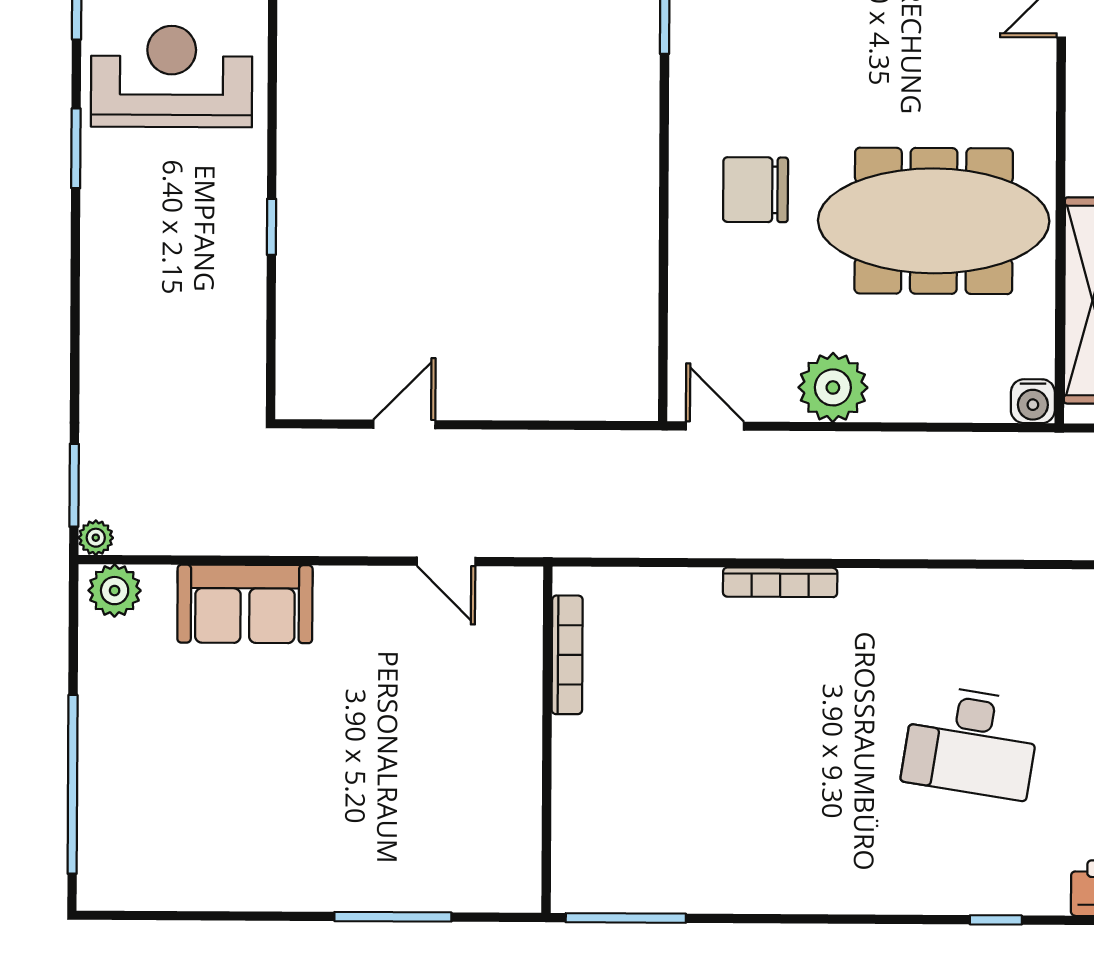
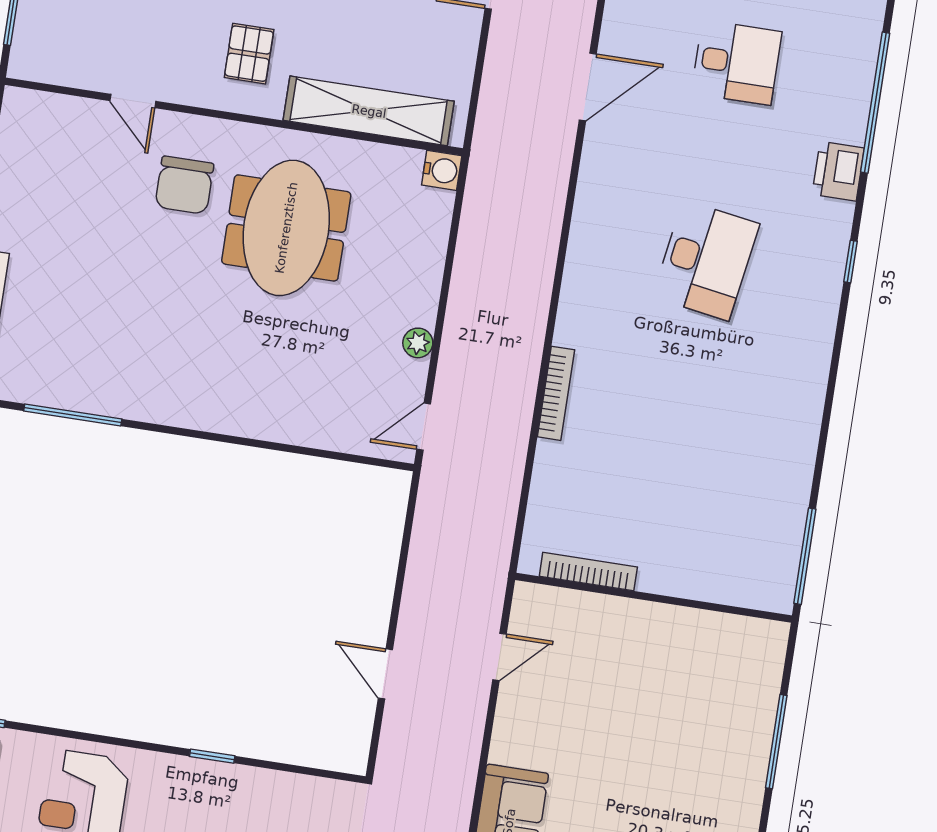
chair: (756, 190) -> (184, 185), moved
meeting table: (934, 221) -> (286, 228), width x0.73
plant: (833, 387) -> (418, 343), width x0.53, depth x0.53

